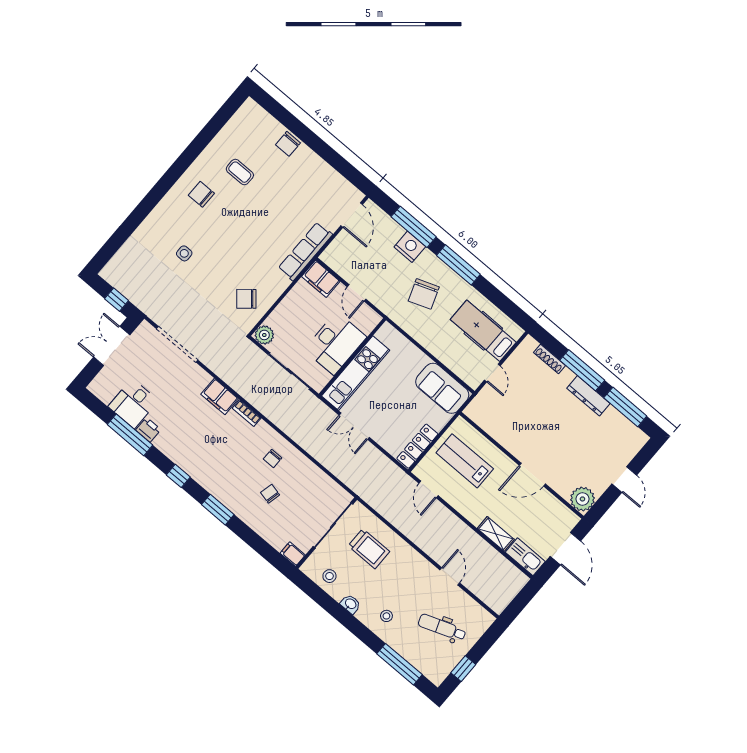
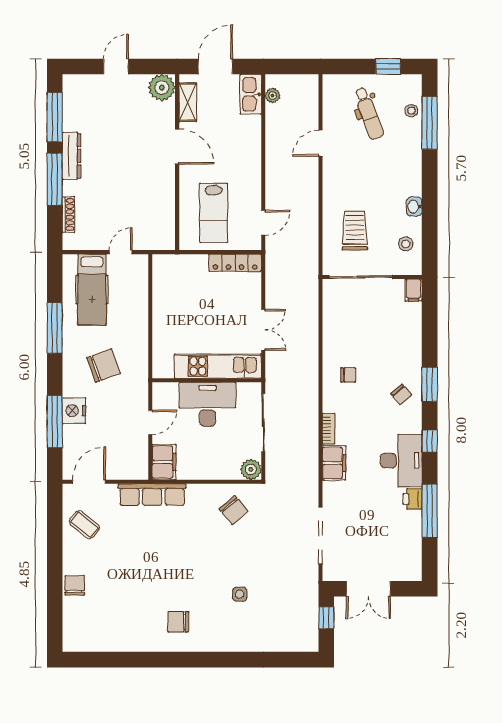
chair: (288, 144) -> (75, 585), turned -90
coffee table: (240, 172) -> (84, 525), moved, turned -51
chair: (201, 194) -> (178, 622), turned 90
window: (458, 265) -> (55, 328), moved
sofa: (442, 388) -> (169, 283), removed
desk: (133, 404) -> (401, 461), moved, width x1.37
chair: (270, 494) -> (401, 394), moved, turned -53
shelving: (496, 534) -> (188, 102), moved
plant: (511, 571) -> (272, 96), added
stool: (386, 616) -> (411, 111), moved

